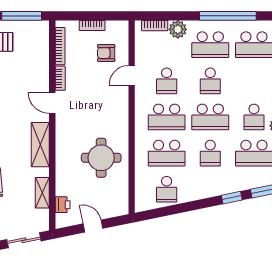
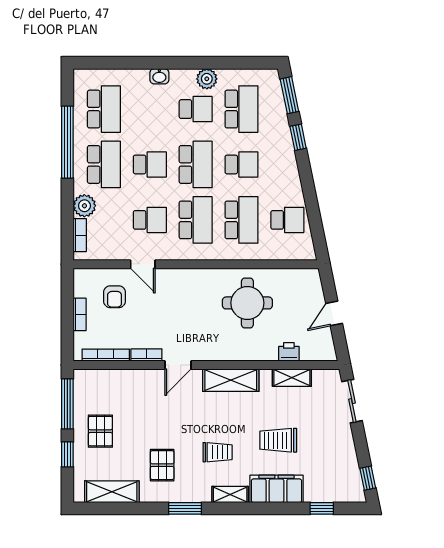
printer: (63, 205) -> (289, 352), moved

